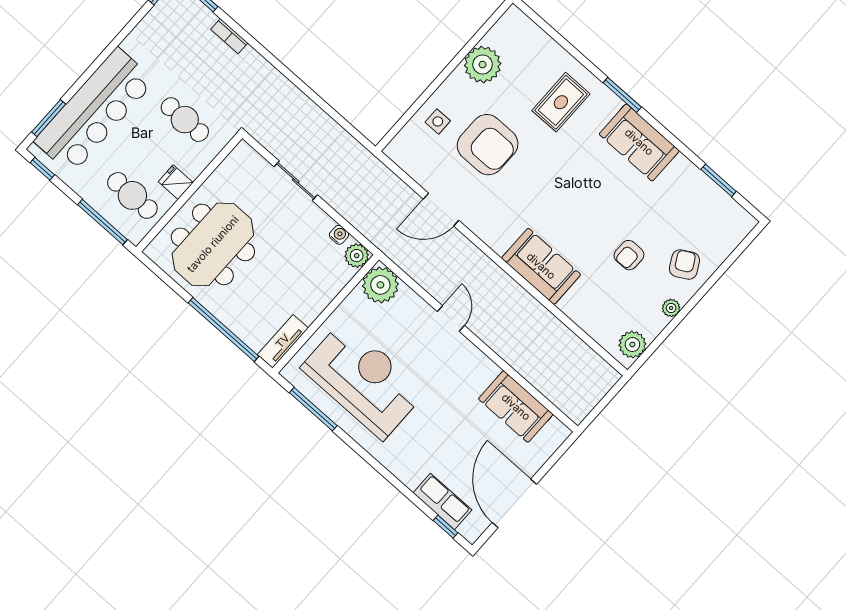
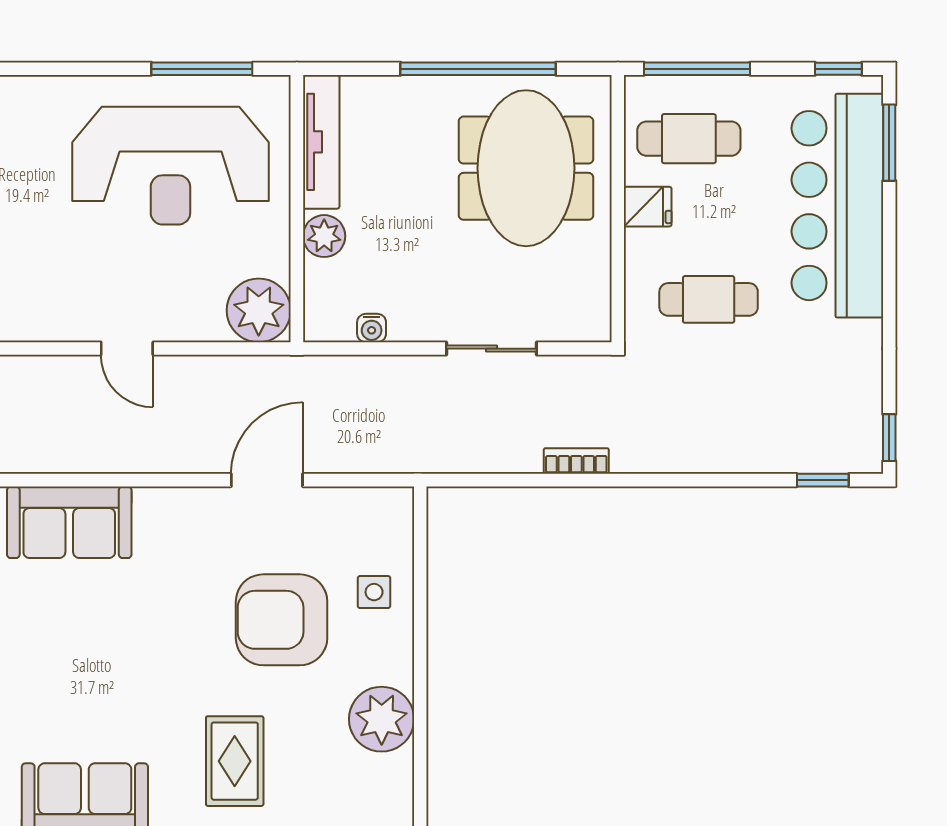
bookcase: (229, 36) -> (576, 461), moved
plant: (357, 256) -> (324, 236), moved
window: (224, 330) -> (478, 69), moved
tv unit: (283, 341) -> (321, 142), width x1.41

